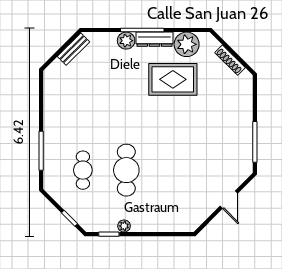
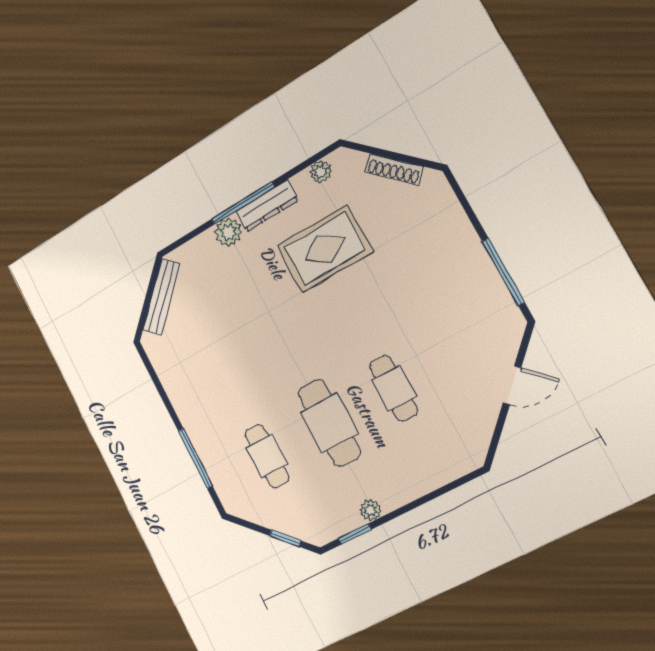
plant: (187, 44) -> (321, 172), width x0.53, depth x0.53
bench: (73, 49) -> (161, 297), width x1.36
cafe table: (170, 170) -> (394, 388), added
door: (229, 200) -> (512, 385), hinge flipped

